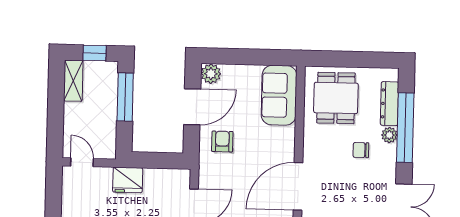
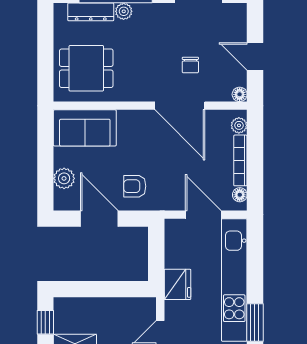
plant: (211, 74) -> (64, 178), moved
window: (125, 97) -> (91, 289), removed
chair: (361, 150) -> (190, 65), moved

